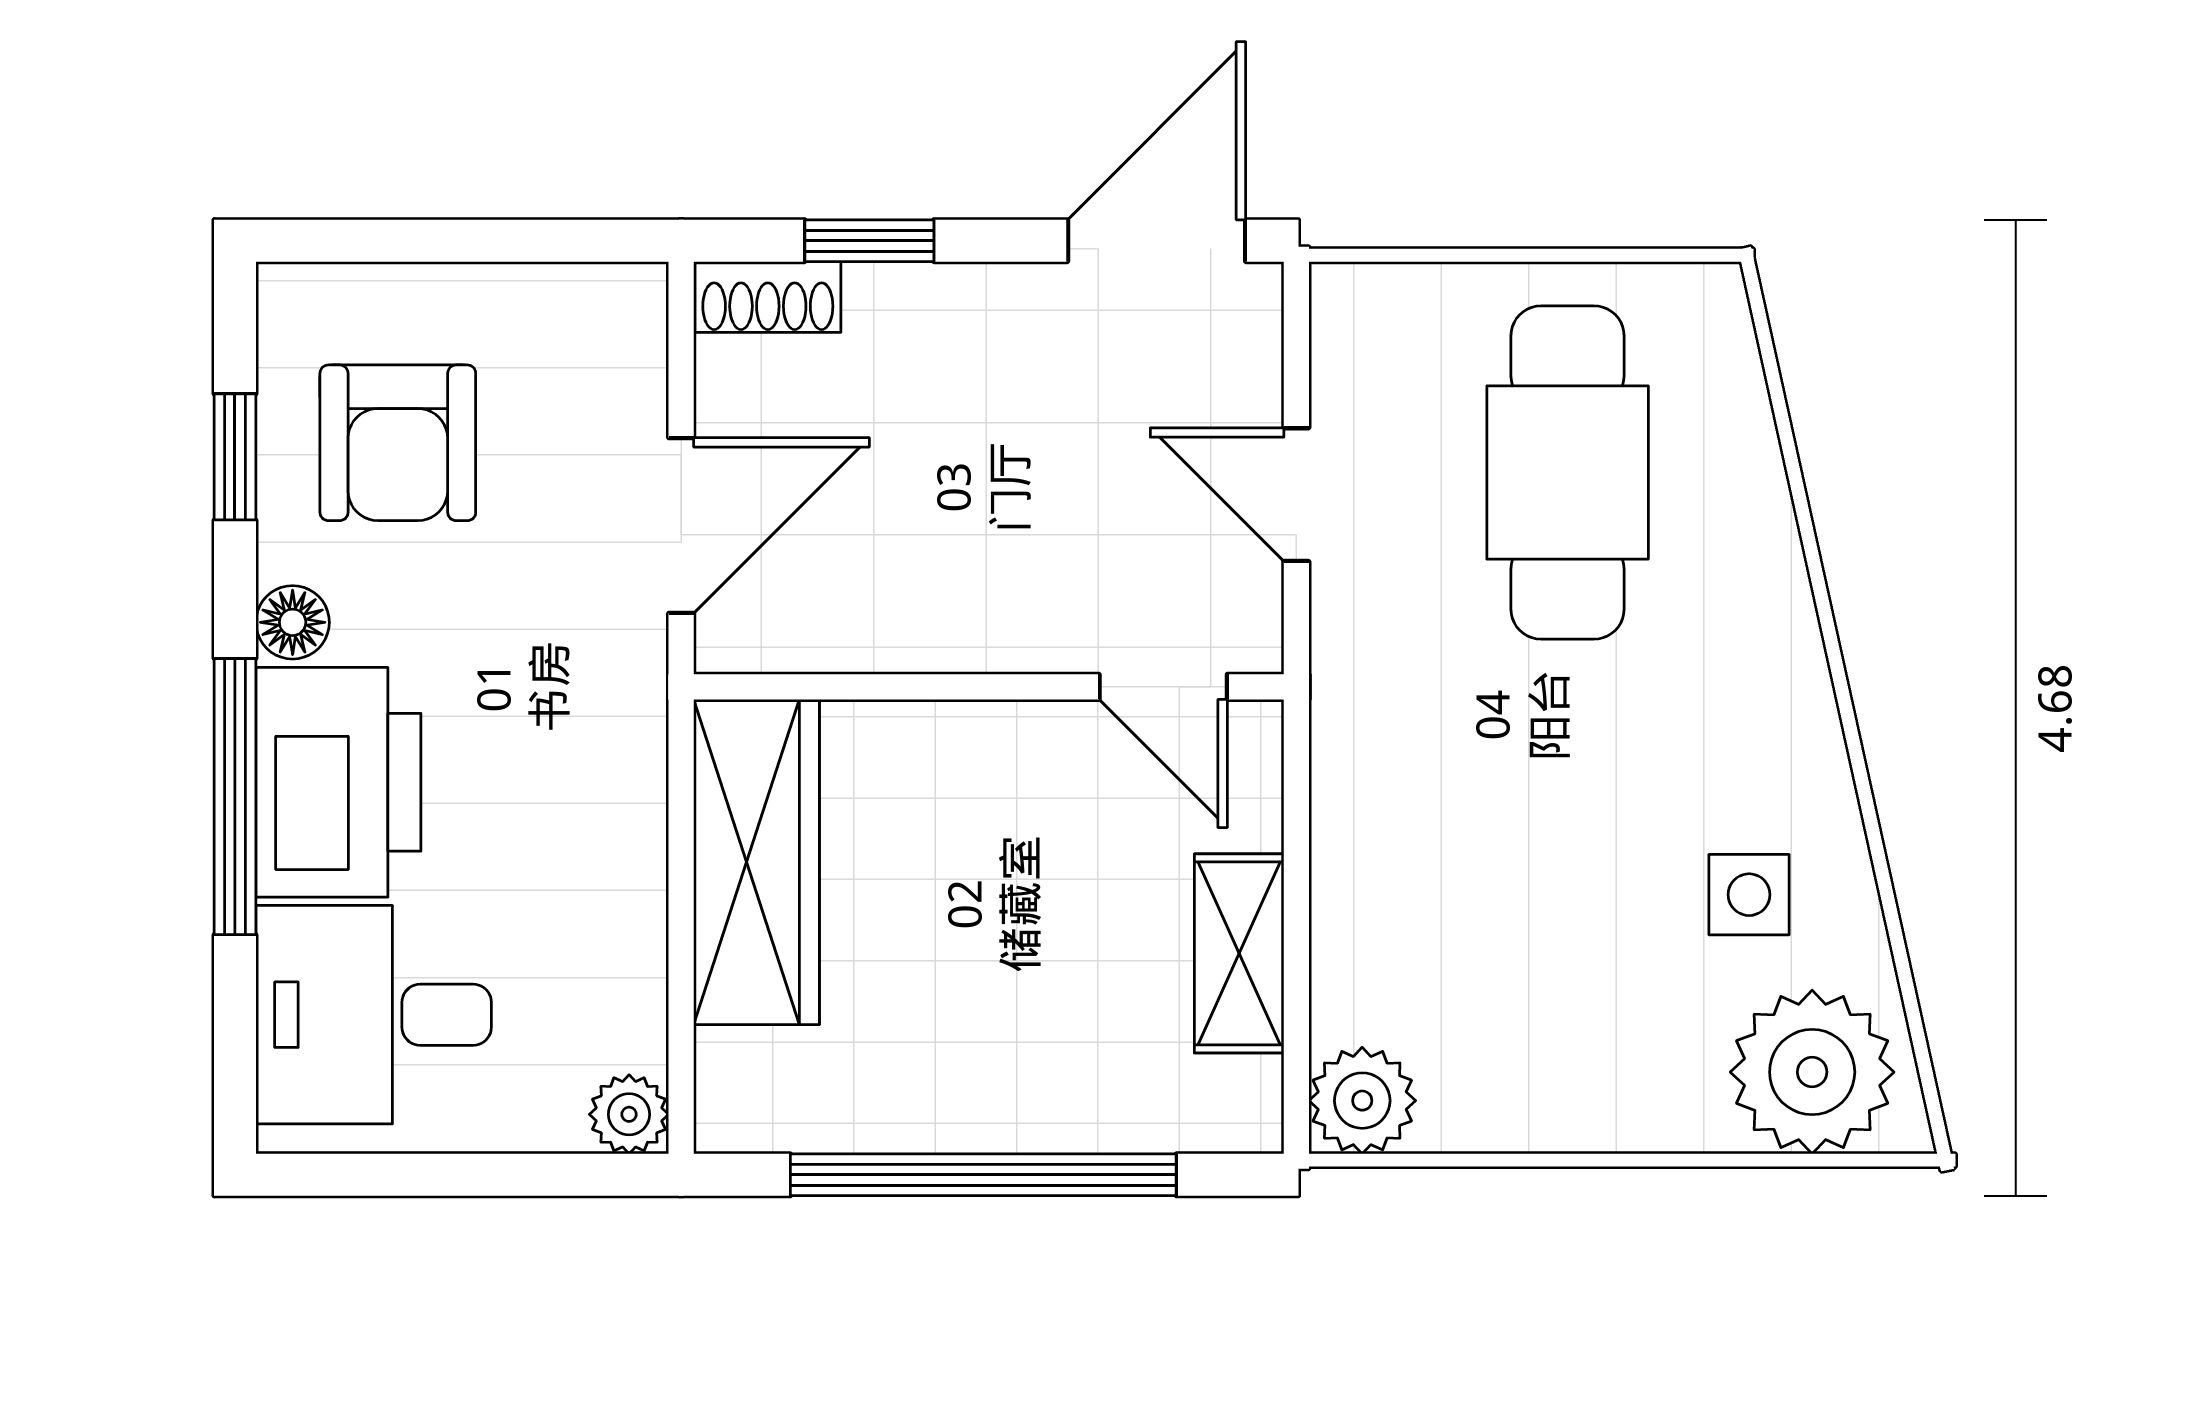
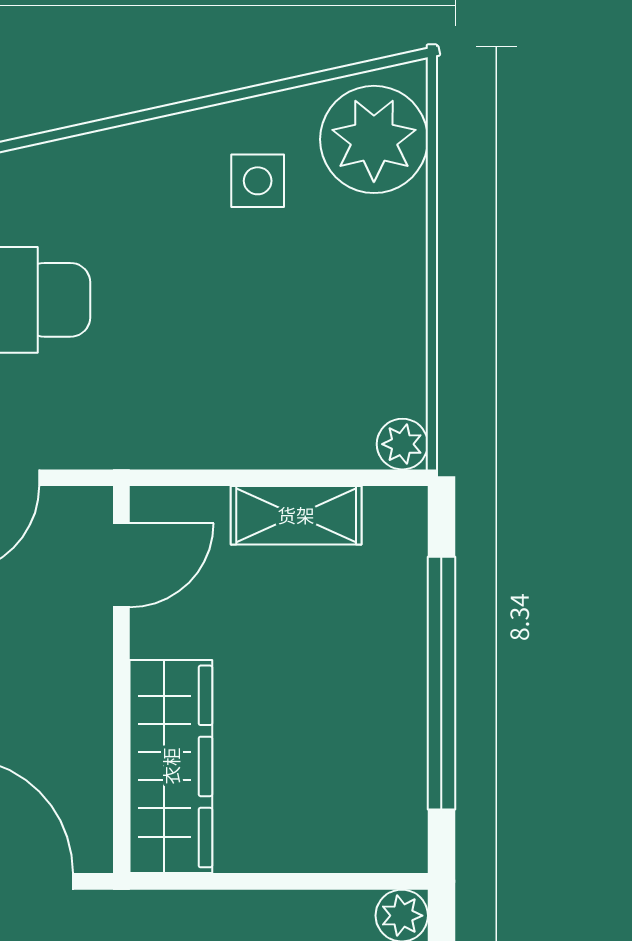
wardrobe: (757, 862) -> (171, 766), moved, turned 90
plant: (1362, 1101) -> (402, 444), width x0.73, depth x0.73

